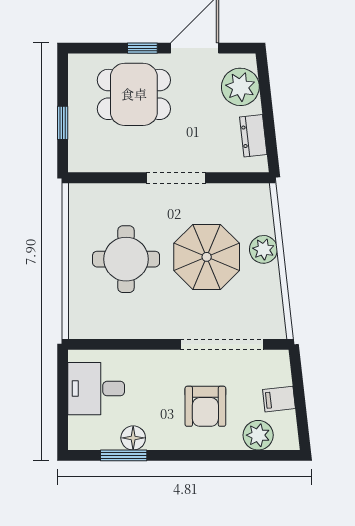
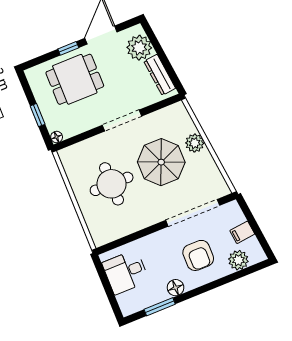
dresser: (253, 136) -> (160, 75), width x1.44
floor lamp: (76, 164) -> (57, 137), added
floor lamp: (133, 438) -> (176, 288), moved

